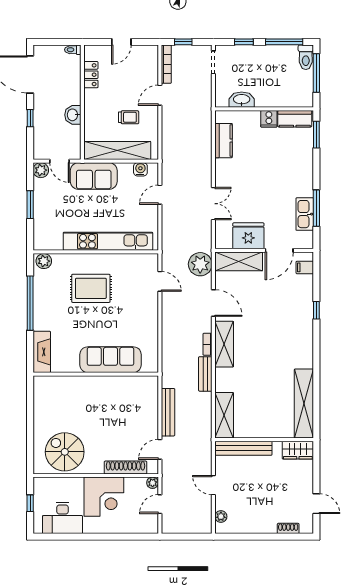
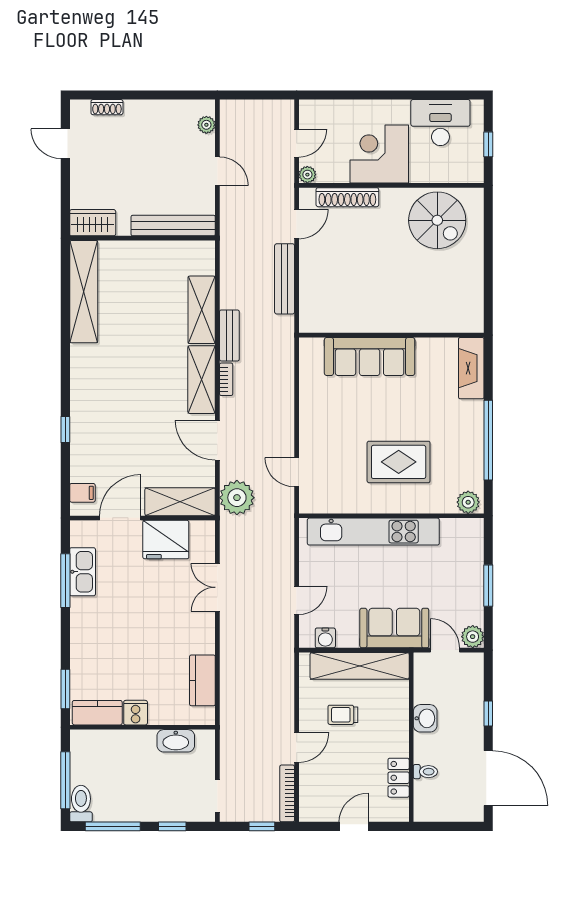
toilet: (73, 50) -> (425, 772), moved
shelving: (224, 415) -> (202, 310), moved

